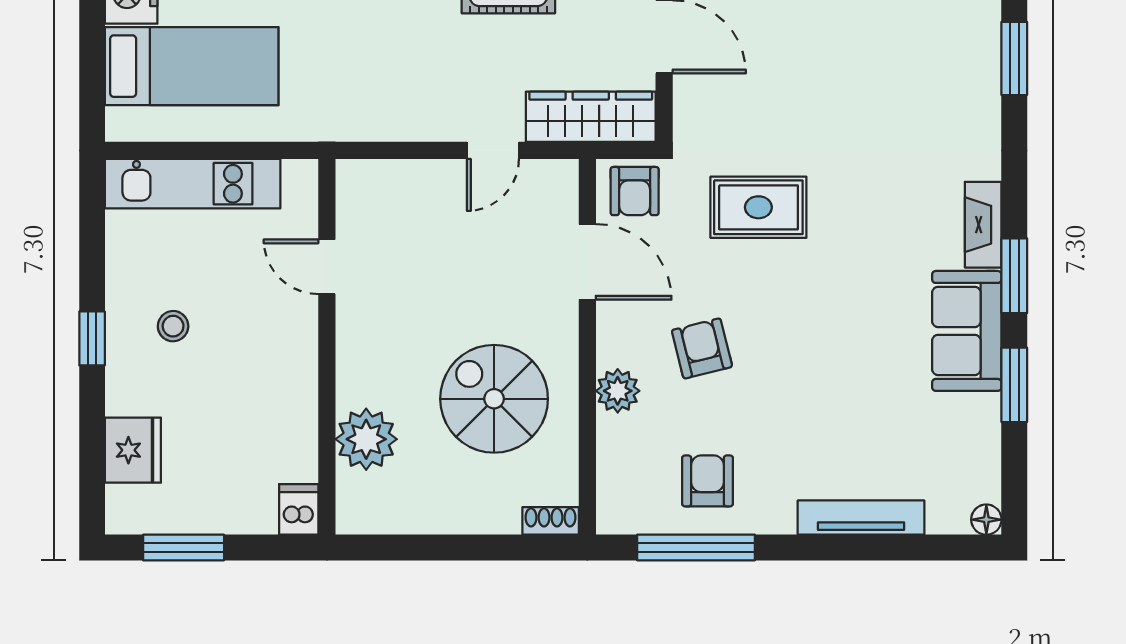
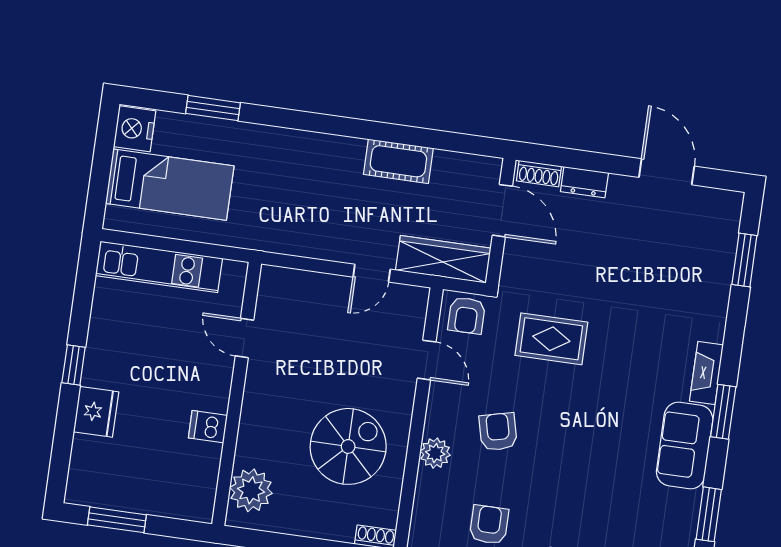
door: (587, 262) -> (427, 360), width x0.73
stool: (173, 326) -> (131, 364), removed
window: (1014, 385) -> (709, 514), moved
spiral stairs: (494, 399) -> (348, 446), turned 90
plant: (366, 439) -> (251, 490), moved
fridge: (133, 450) -> (96, 412), moved
dishwasher: (299, 509) -> (208, 427), moved, turned -90

